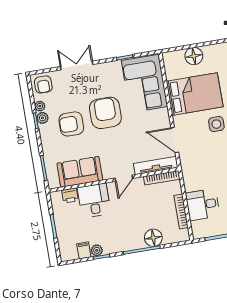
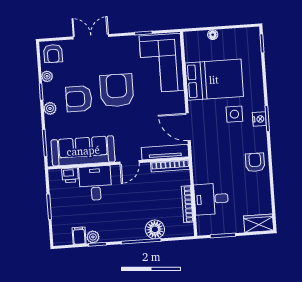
floor lamp: (194, 56) -> (213, 35), width x0.53, depth x0.53
plant: (42, 118) -> (50, 108), moved
sofa: (80, 172) -> (83, 151), width x1.36

